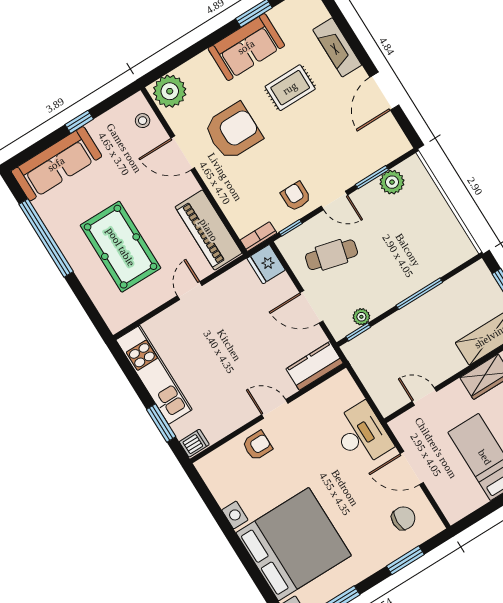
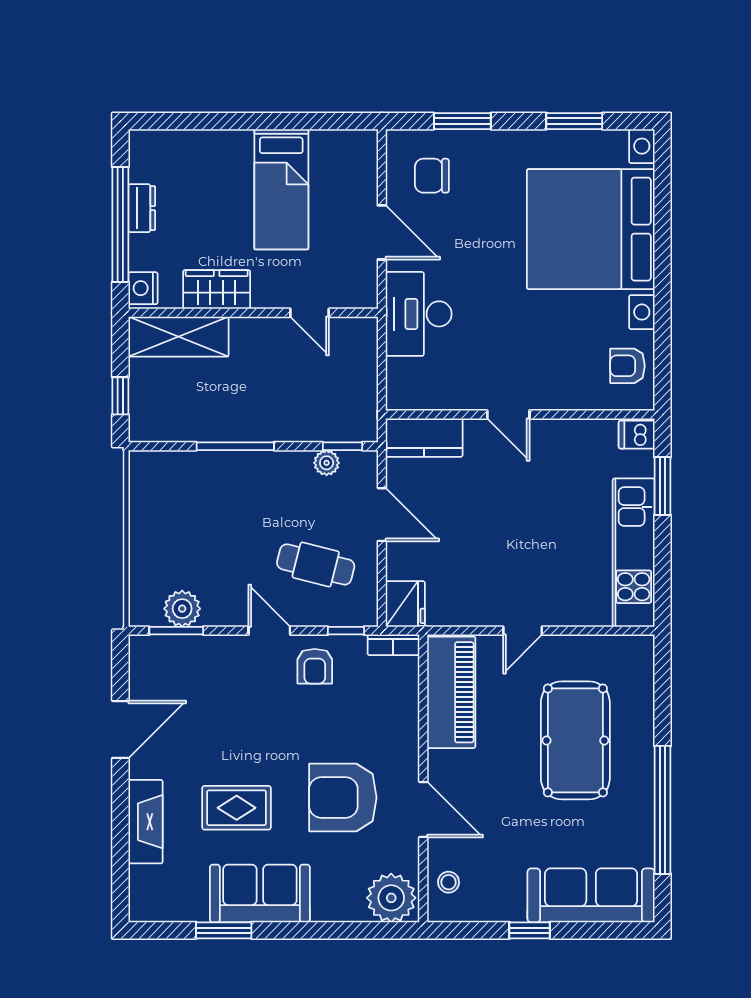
window: (372, 177) -> (176, 631), moved
armchair: (257, 446) -> (627, 366), moved

